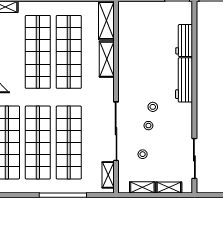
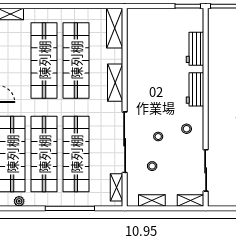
shelving: (107, 59) -> (115, 83), moved
workbench: (184, 80) -> (195, 89), width x0.73
stool: (153, 107) -> (187, 129), moved
plant: (14, 188) -> (19, 201), added
shelving: (169, 188) -> (190, 200), moved

